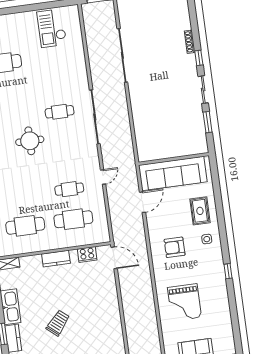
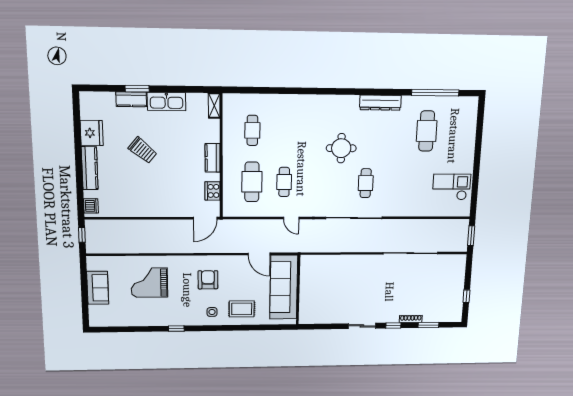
window: (208, 122) -> (428, 325), moved
cafe table: (25, 226) -> (252, 130), width x0.73, depth x0.74

